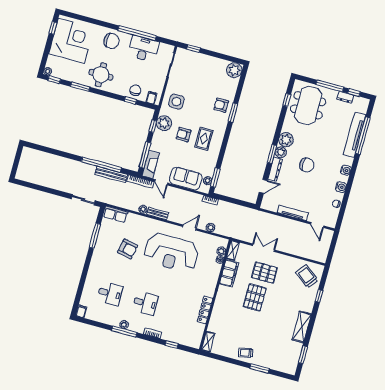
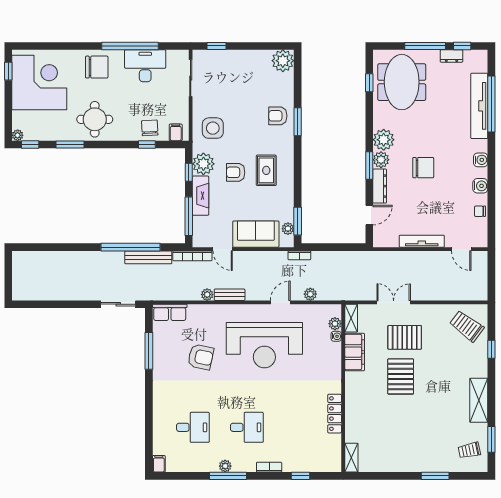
fireplace: (151, 164) -> (201, 196), moved
trolley: (246, 353) -> (469, 450), moved

